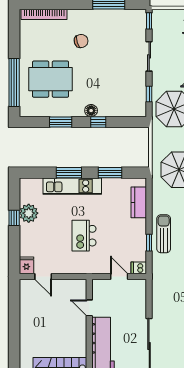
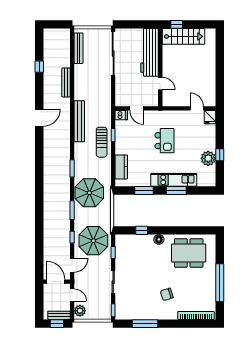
dining table: (51, 79) -> (189, 253), moved
window: (14, 83) -> (220, 283), moved
window: (61, 122) -> (183, 230), removed
window: (98, 122) -> (142, 230), moved

